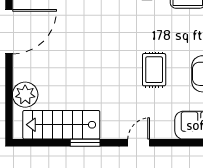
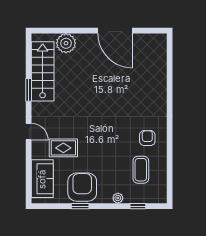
rug: (154, 70) -> (63, 148), moved

